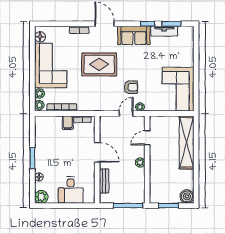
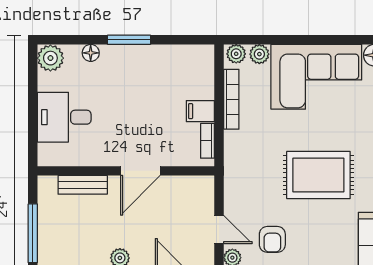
rug: (99, 64) -> (318, 175), turned 90

